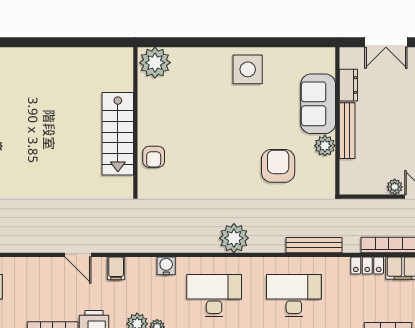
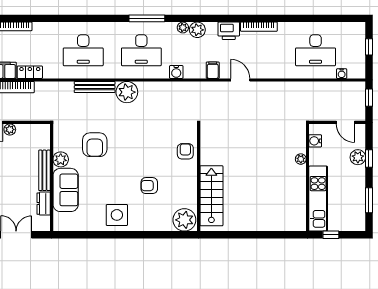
armchair: (203, 110) -> (149, 186), added
stairs: (118, 134) -> (211, 196), moved
bench: (314, 245) -> (95, 87), moved

